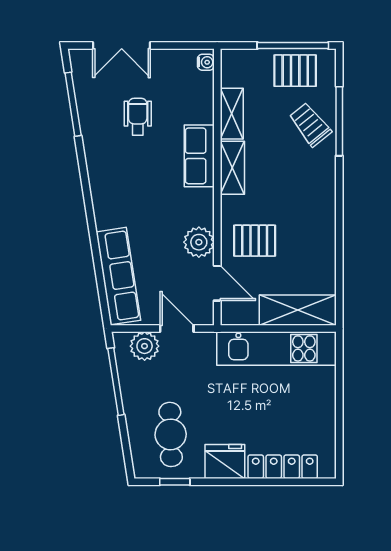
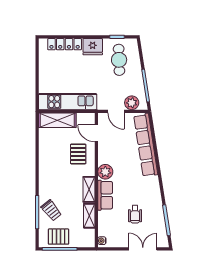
pallet: (255, 241) -> (78, 154), turned 90
plant: (199, 242) -> (105, 172), moved
row of seats: (118, 276) -> (146, 145), width x1.36

